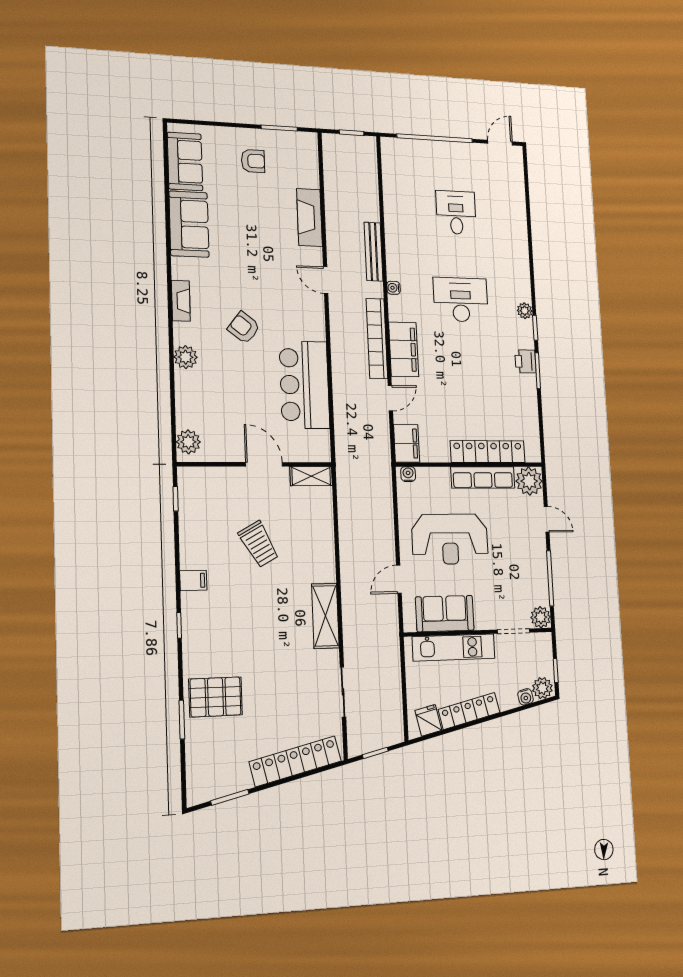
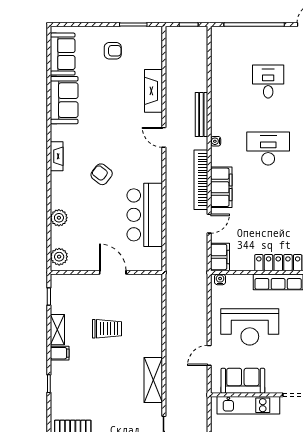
plant: (186, 357) -> (59, 218), moved
shelving: (311, 476) -> (57, 330), moved, turned 90
trolley: (259, 544) -> (107, 329), turned -61

